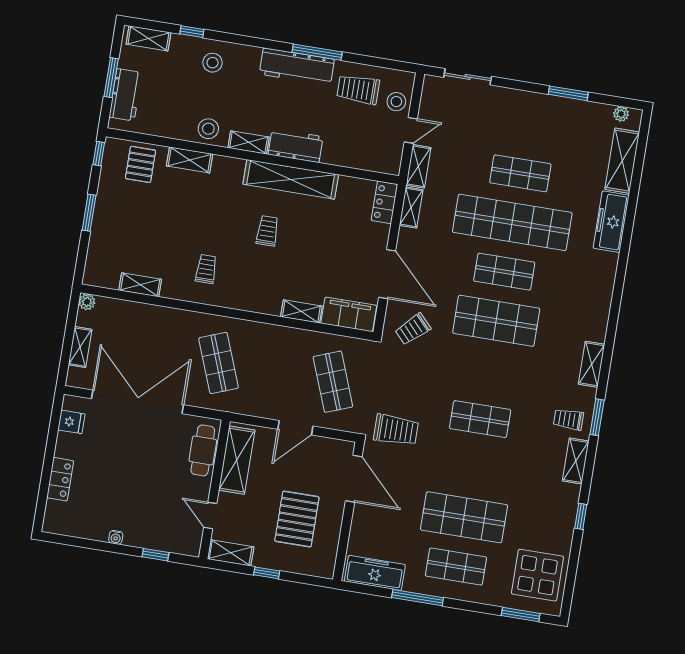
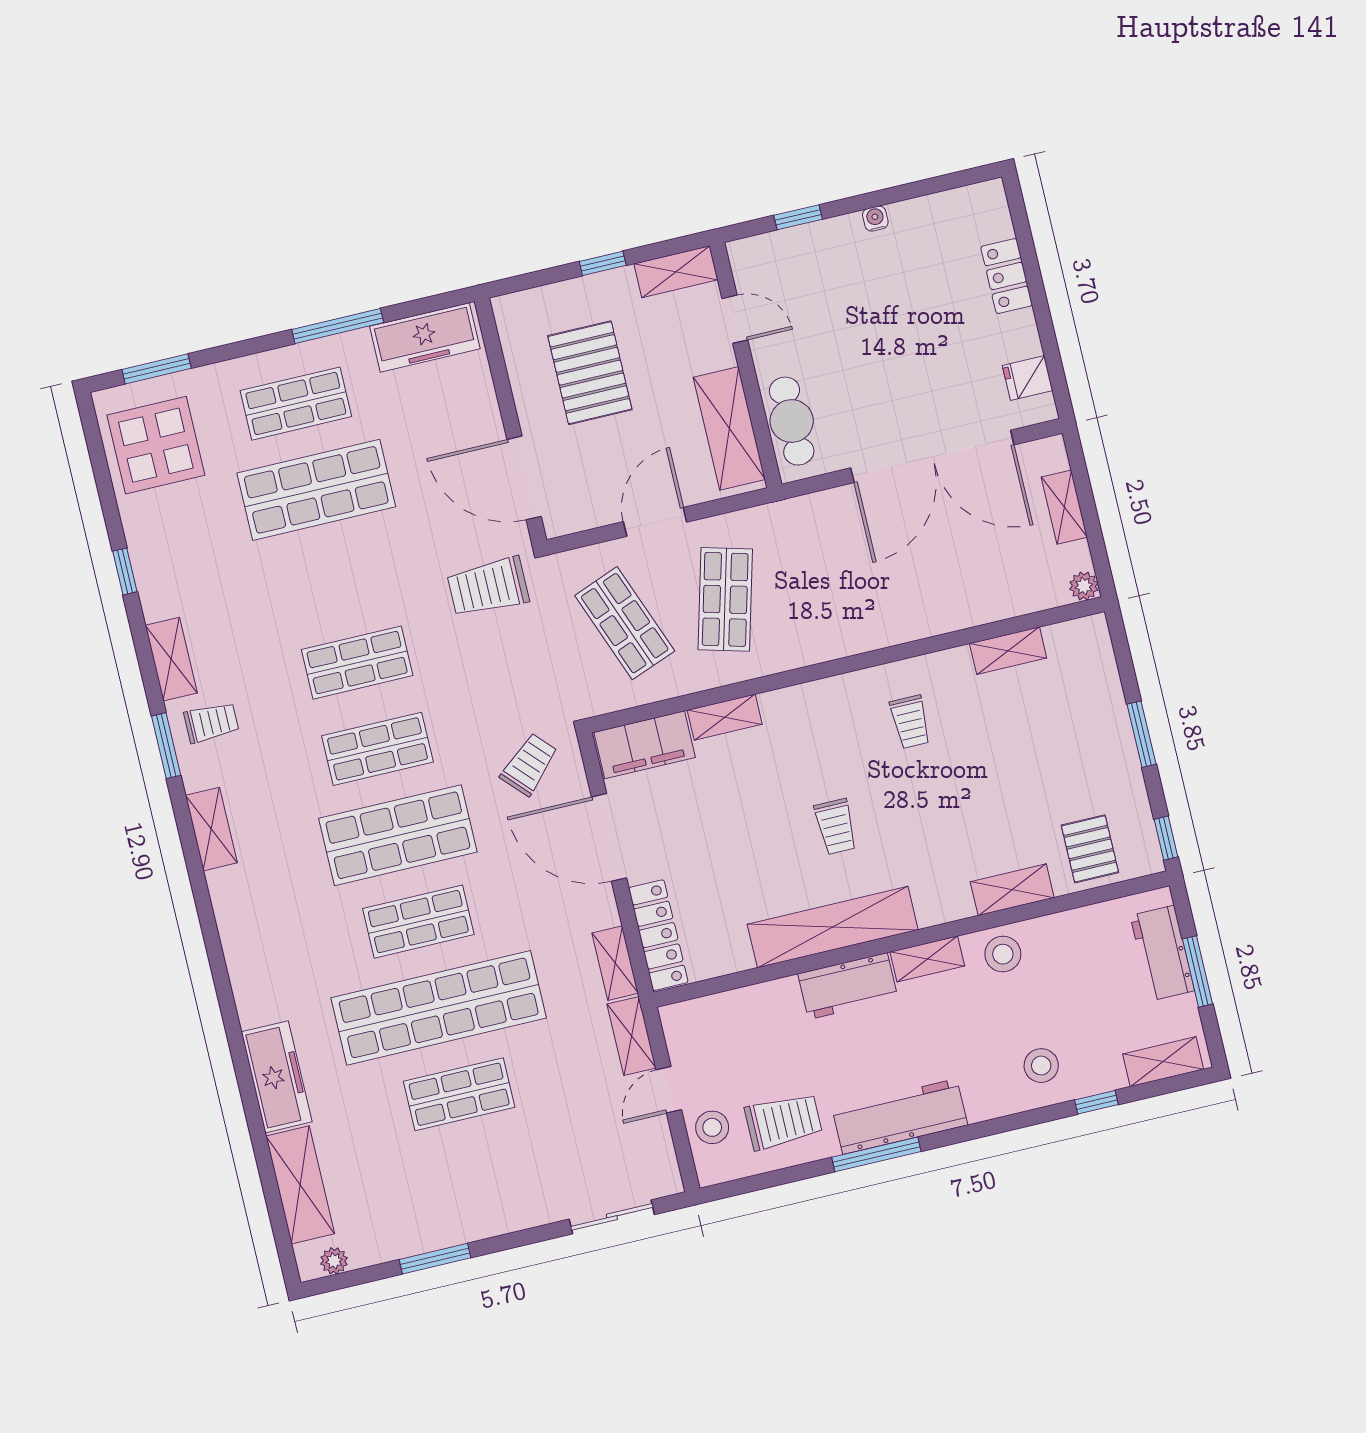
locker: (384, 202) -> (658, 935), width x1.53
shop shelf: (219, 363) -> (725, 599), moved, turned 36
shop shelf: (488, 370) -> (377, 749), added

